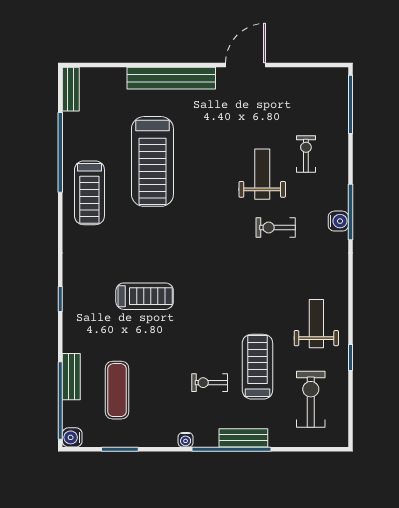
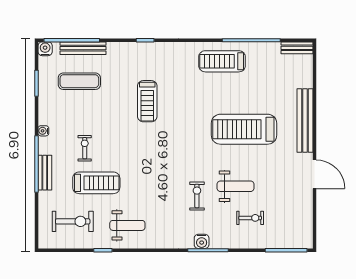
treadmill: (152, 161) -> (244, 129), moved
bench: (71, 377) -> (83, 48), width x1.36

